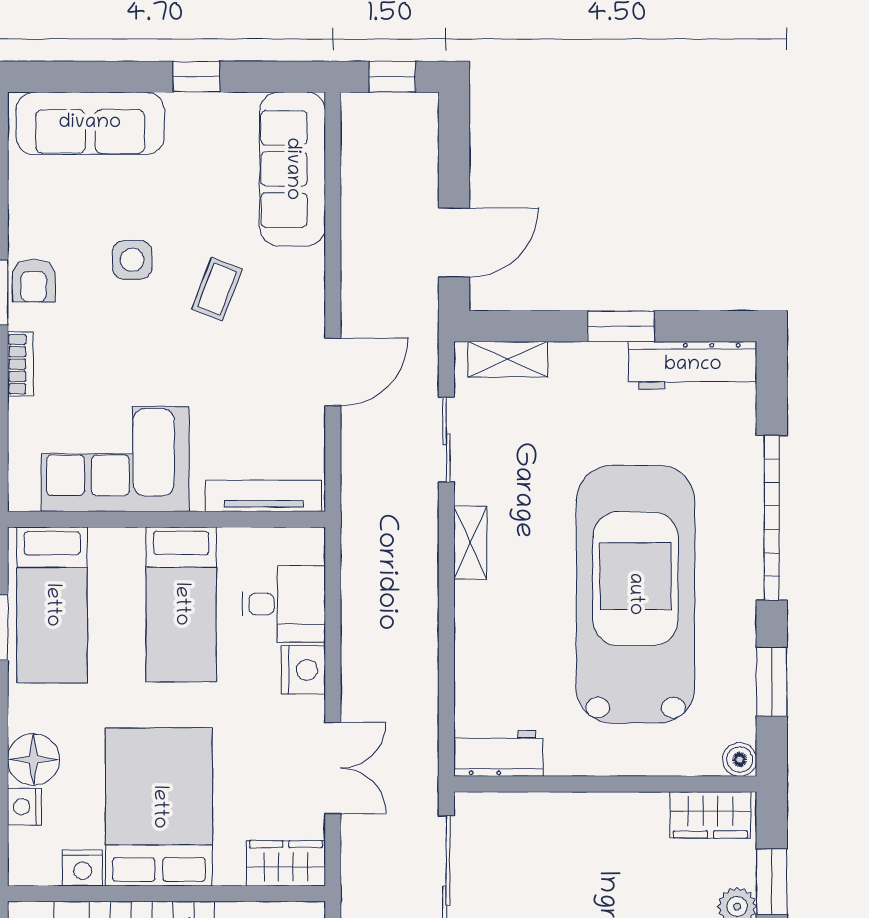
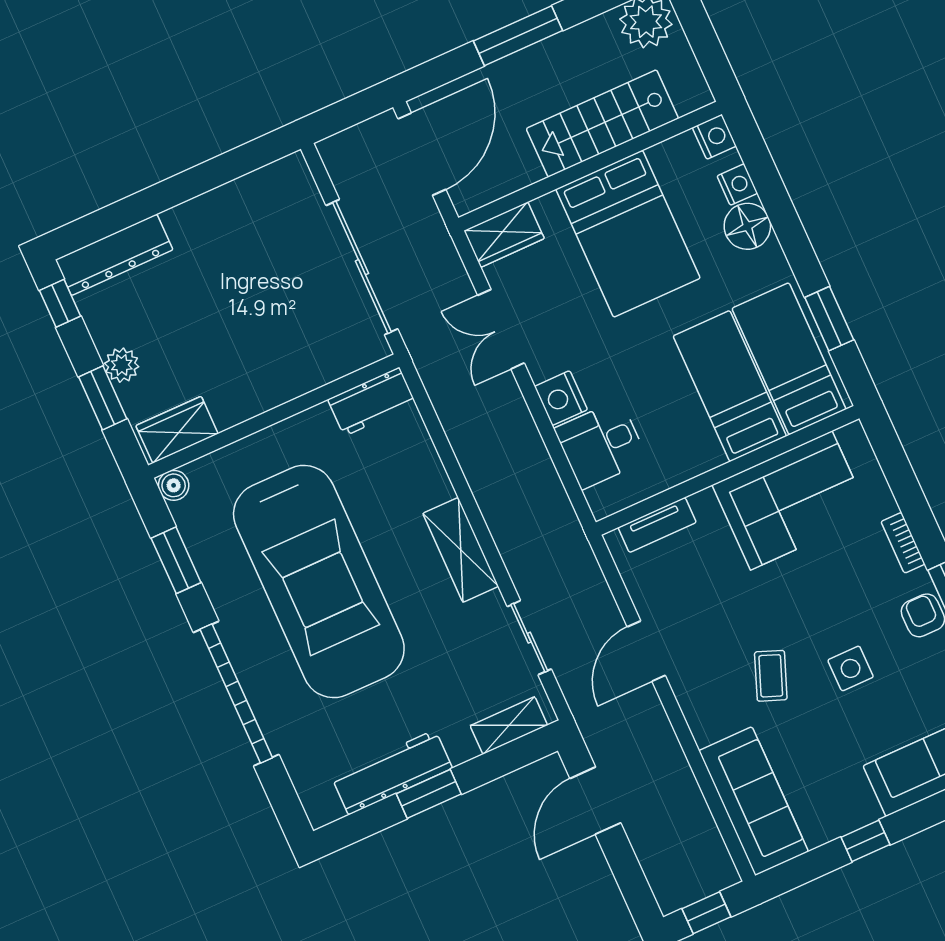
workbench: (693, 365) -> (392, 772), moved
tv unit: (264, 496) -> (657, 525), width x0.71
shelving: (470, 543) -> (461, 550), width x1.50, depth x1.33
bed: (181, 604) -> (730, 386), moved
nightstand: (83, 868) -> (714, 137), moved, turned 90

